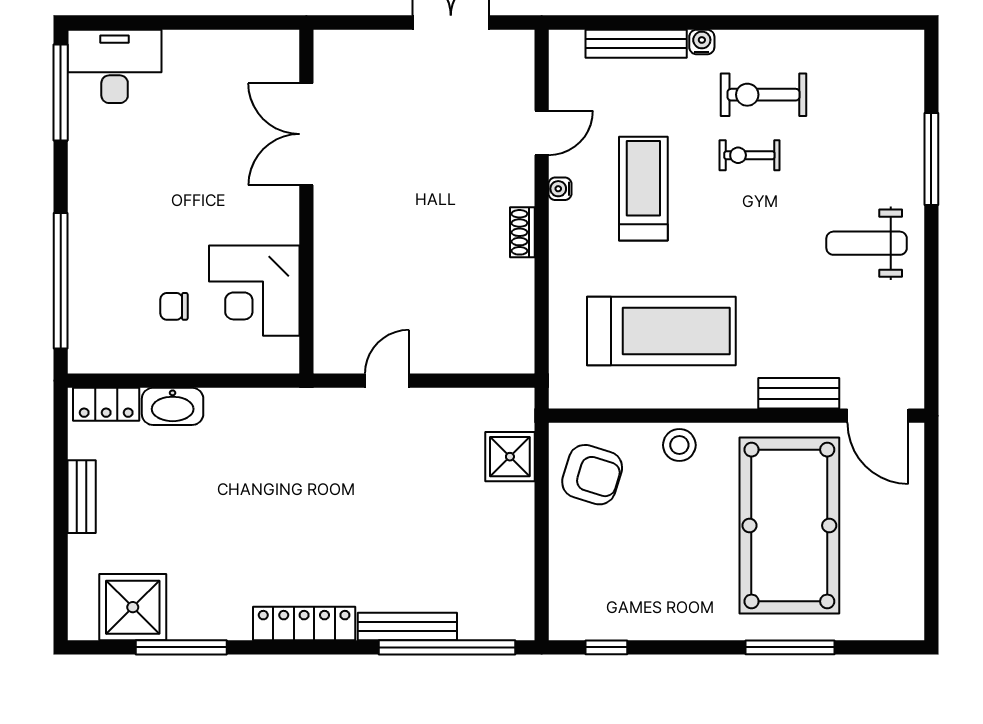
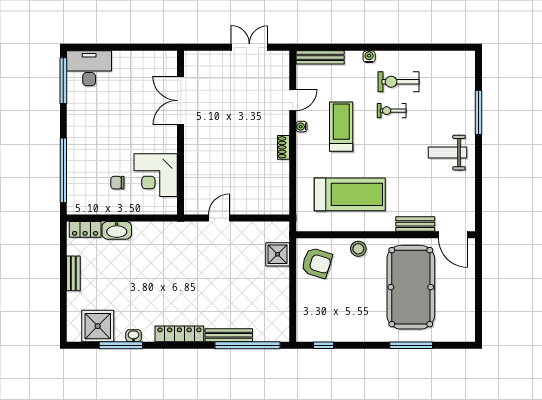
bench: (636, 44) -> (320, 57), moved
washbasin: (208, 627) -> (134, 336), added

